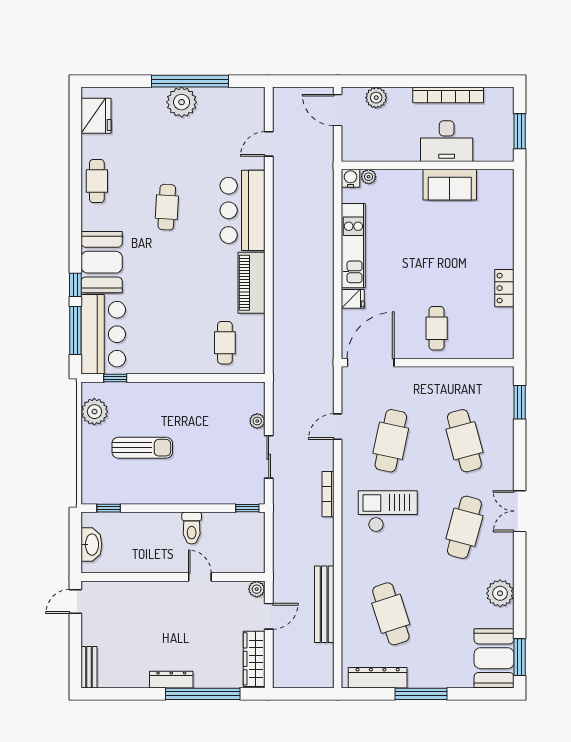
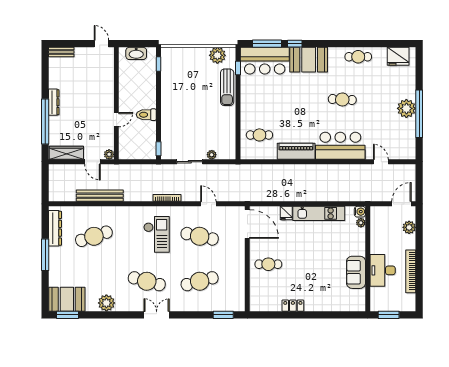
sun lounger: (142, 448) -> (227, 87), moved

